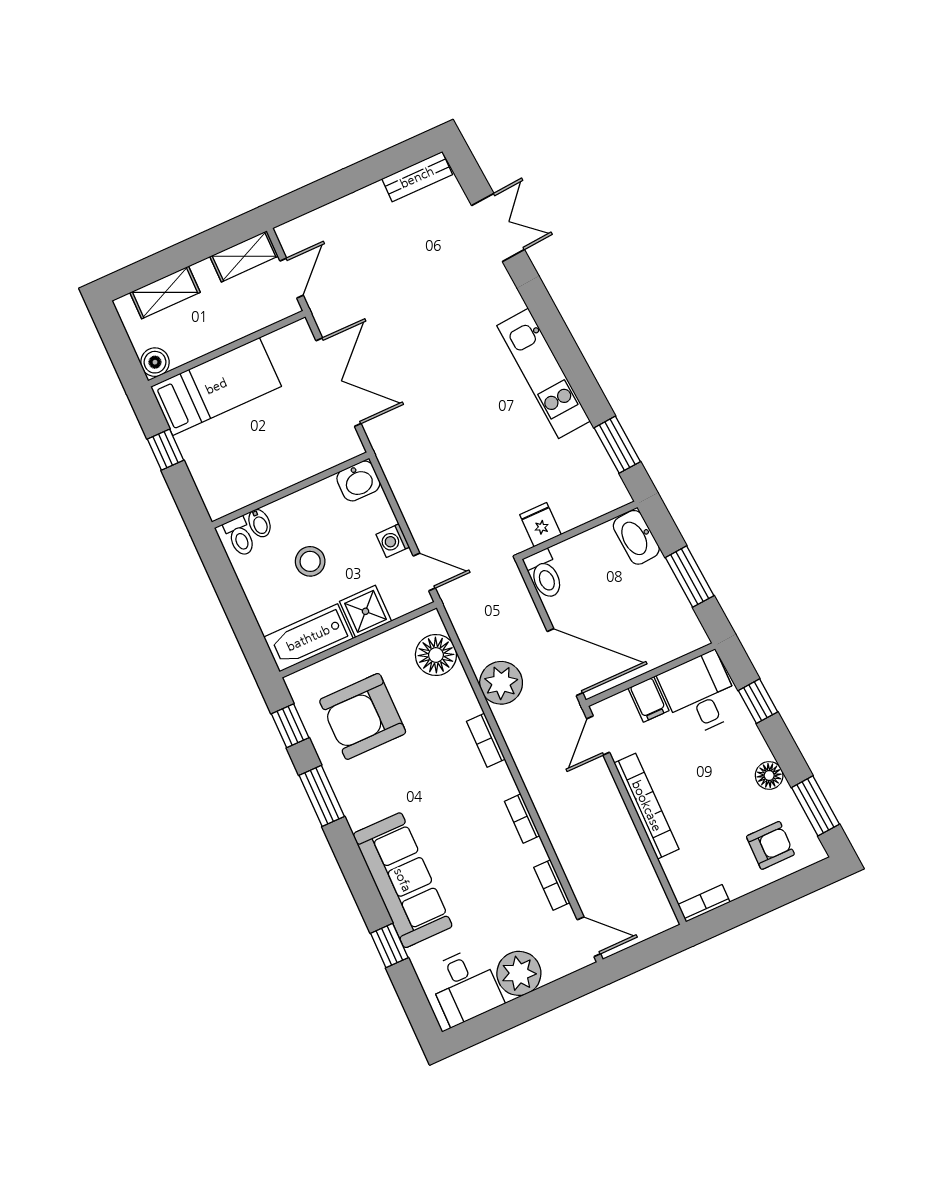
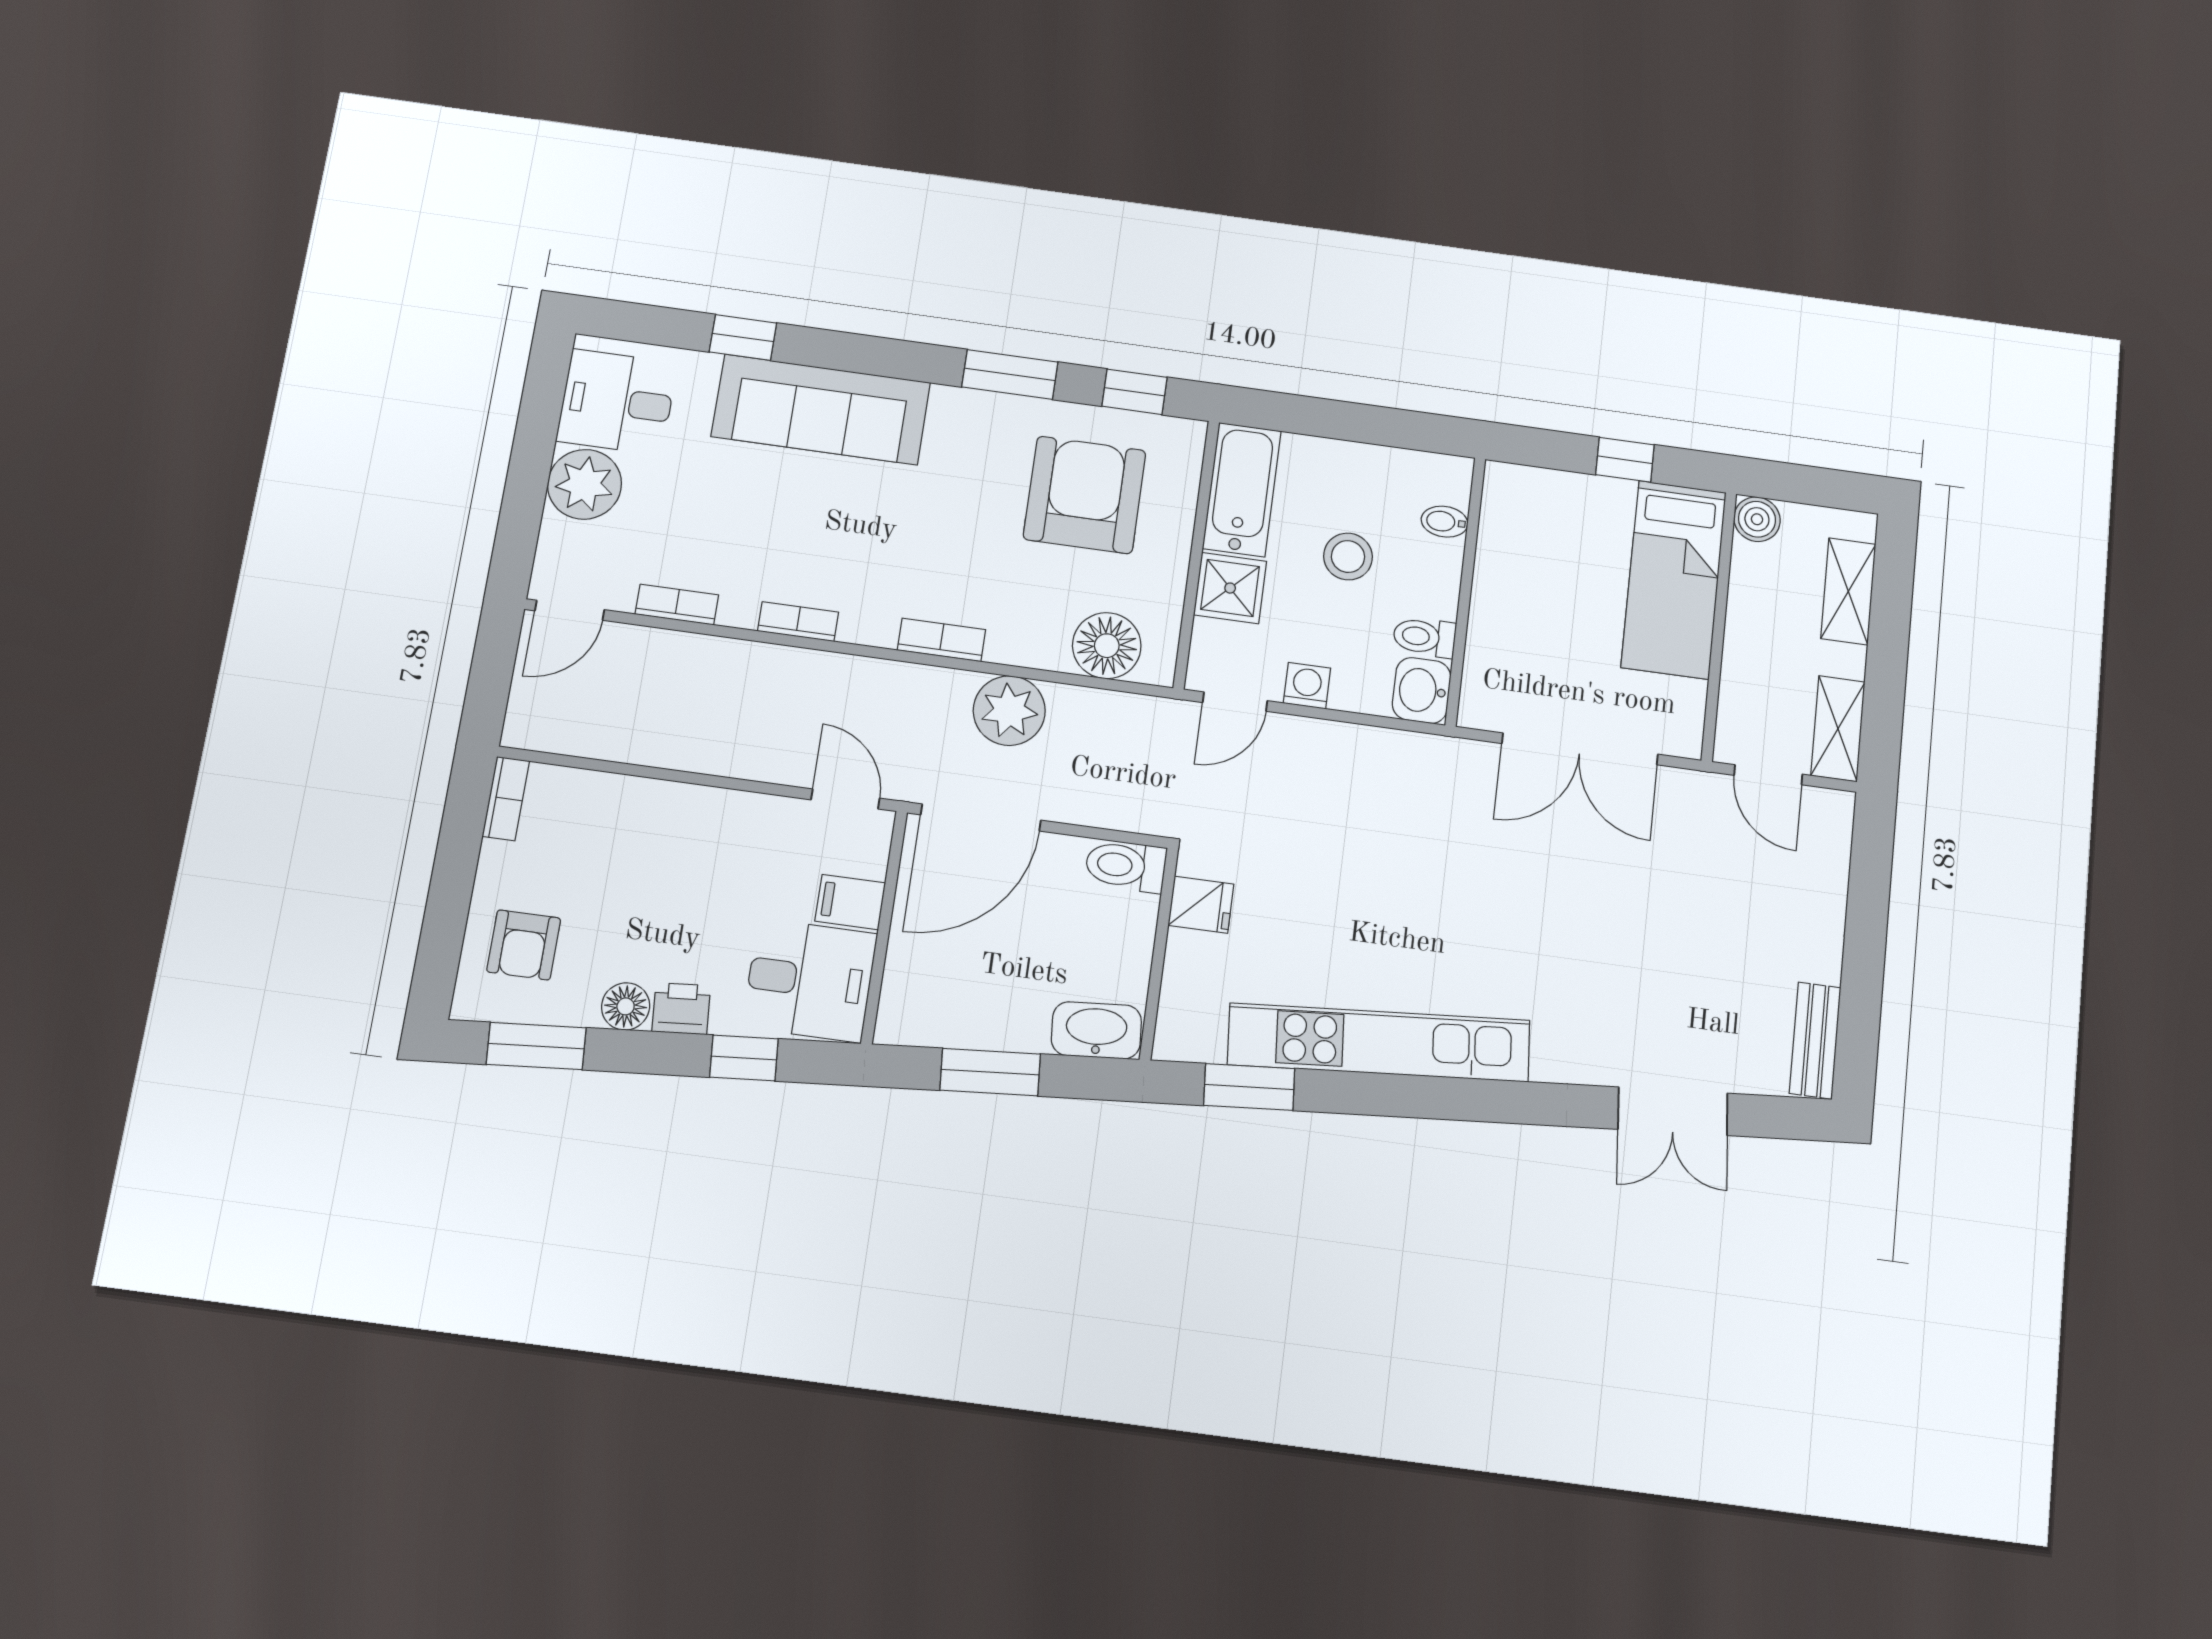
kitchen unit: (544, 373) -> (1379, 1043), width x1.36
toilet: (240, 537) -> (1424, 637), moved
printer: (753, 748) -> (681, 1009), added
bookcase: (647, 806) -> (699, 804), removed

